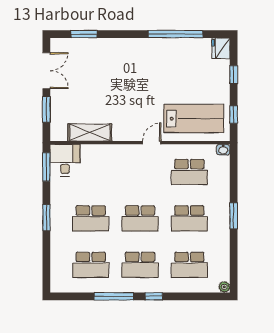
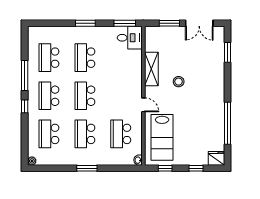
stool: (122, 97) -> (179, 82), added
shelving: (90, 132) -> (151, 69), moved

